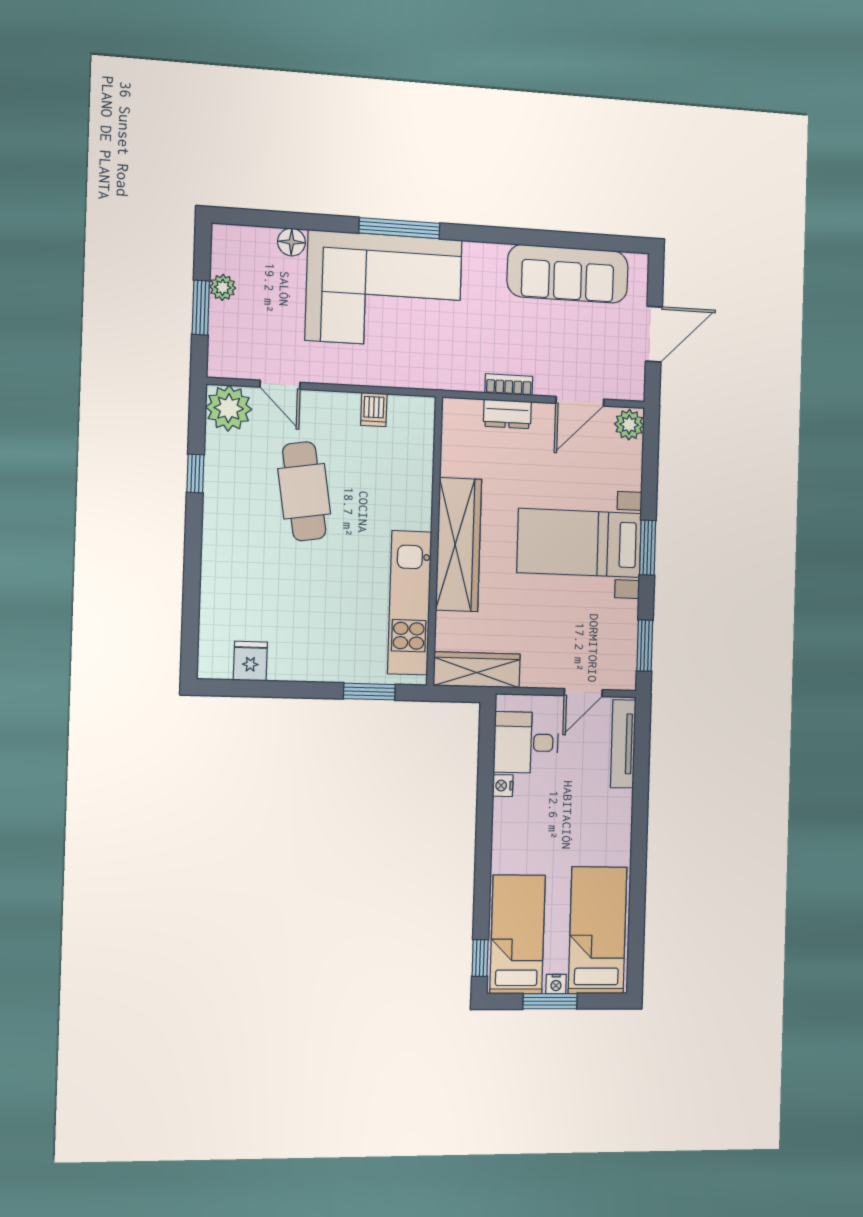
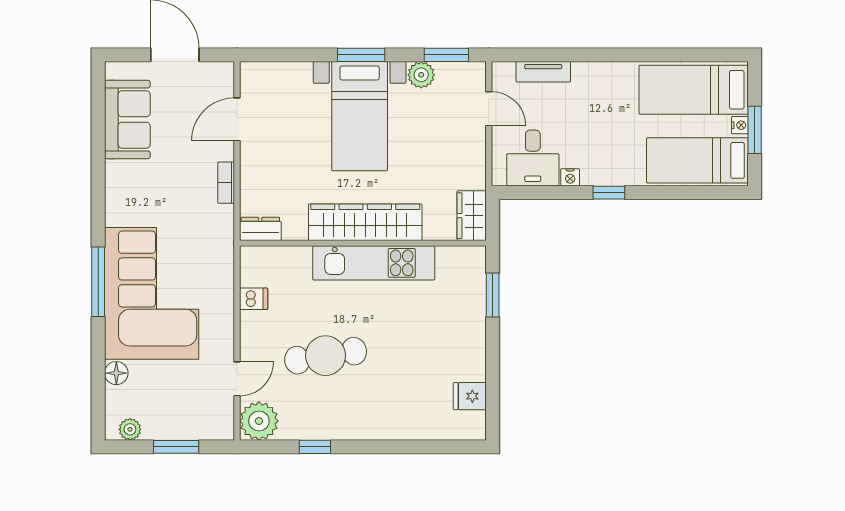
sofa: (568, 274) -> (127, 119), width x0.73
plant: (223, 287) -> (130, 429), moved
door: (580, 401) -> (237, 119), swing flipped
dresser: (507, 414) -> (260, 229), moved, turned -90
plant: (629, 425) -> (421, 75), moved
kitchen unit: (410, 603) -> (374, 263), moved
wardrobe: (477, 670) -> (472, 216), width x0.67
tv unit: (623, 744) -> (543, 72), width x0.71
window: (480, 958) -> (609, 193), moved

